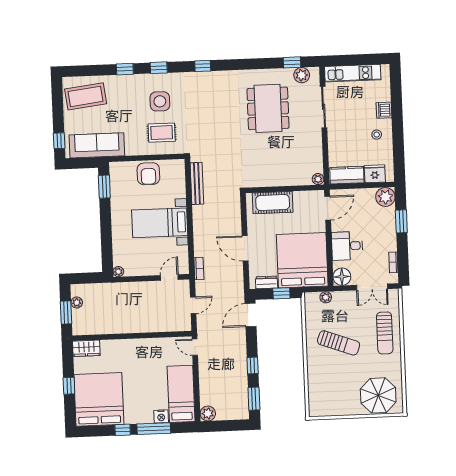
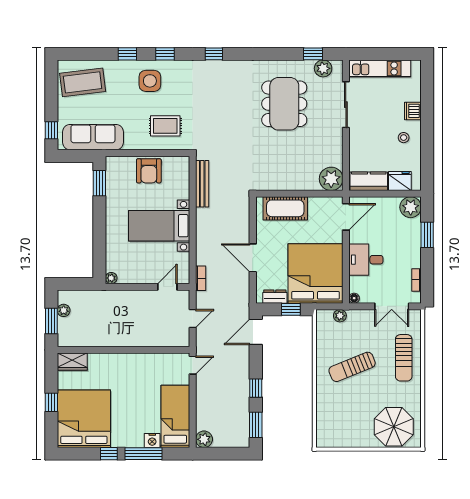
side table: (160, 101) -> (150, 81), moved
plant: (318, 179) -> (331, 179), width x1.87, depth x1.87
floor lamp: (342, 277) -> (354, 298), width x0.53, depth x0.53
sun lounger: (339, 343) -> (352, 367), turned 138
door: (195, 347) -> (193, 365), swing flipped

